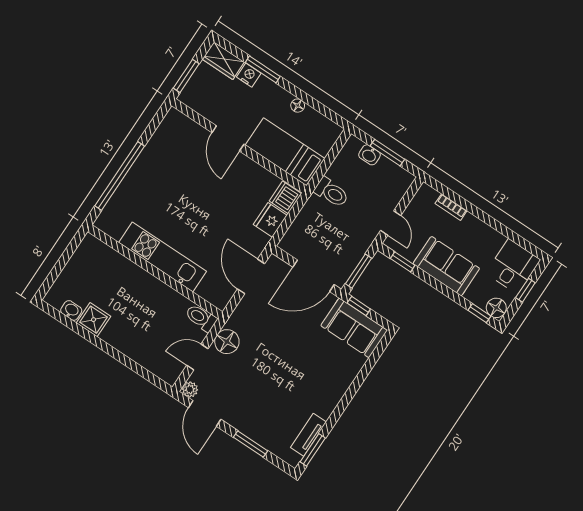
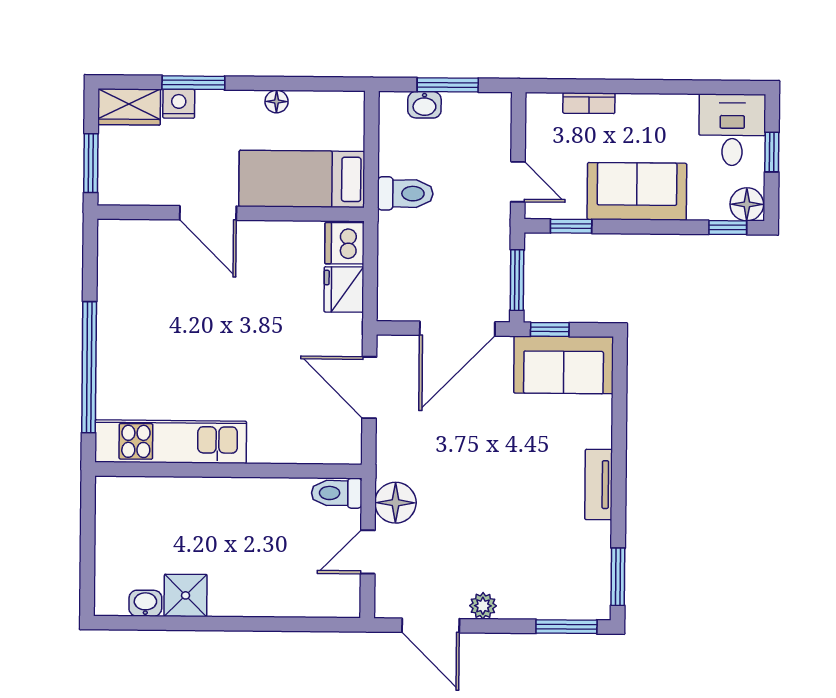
kitchen unit: (163, 257) -> (171, 442), moved
plant: (190, 389) -> (483, 606), moved
tv unit: (308, 435) -> (599, 485), moved
window: (250, 444) -> (566, 627), moved

